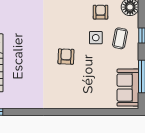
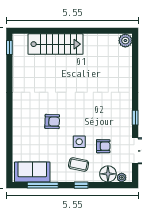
armchair: (66, 57) -> (52, 122), moved

